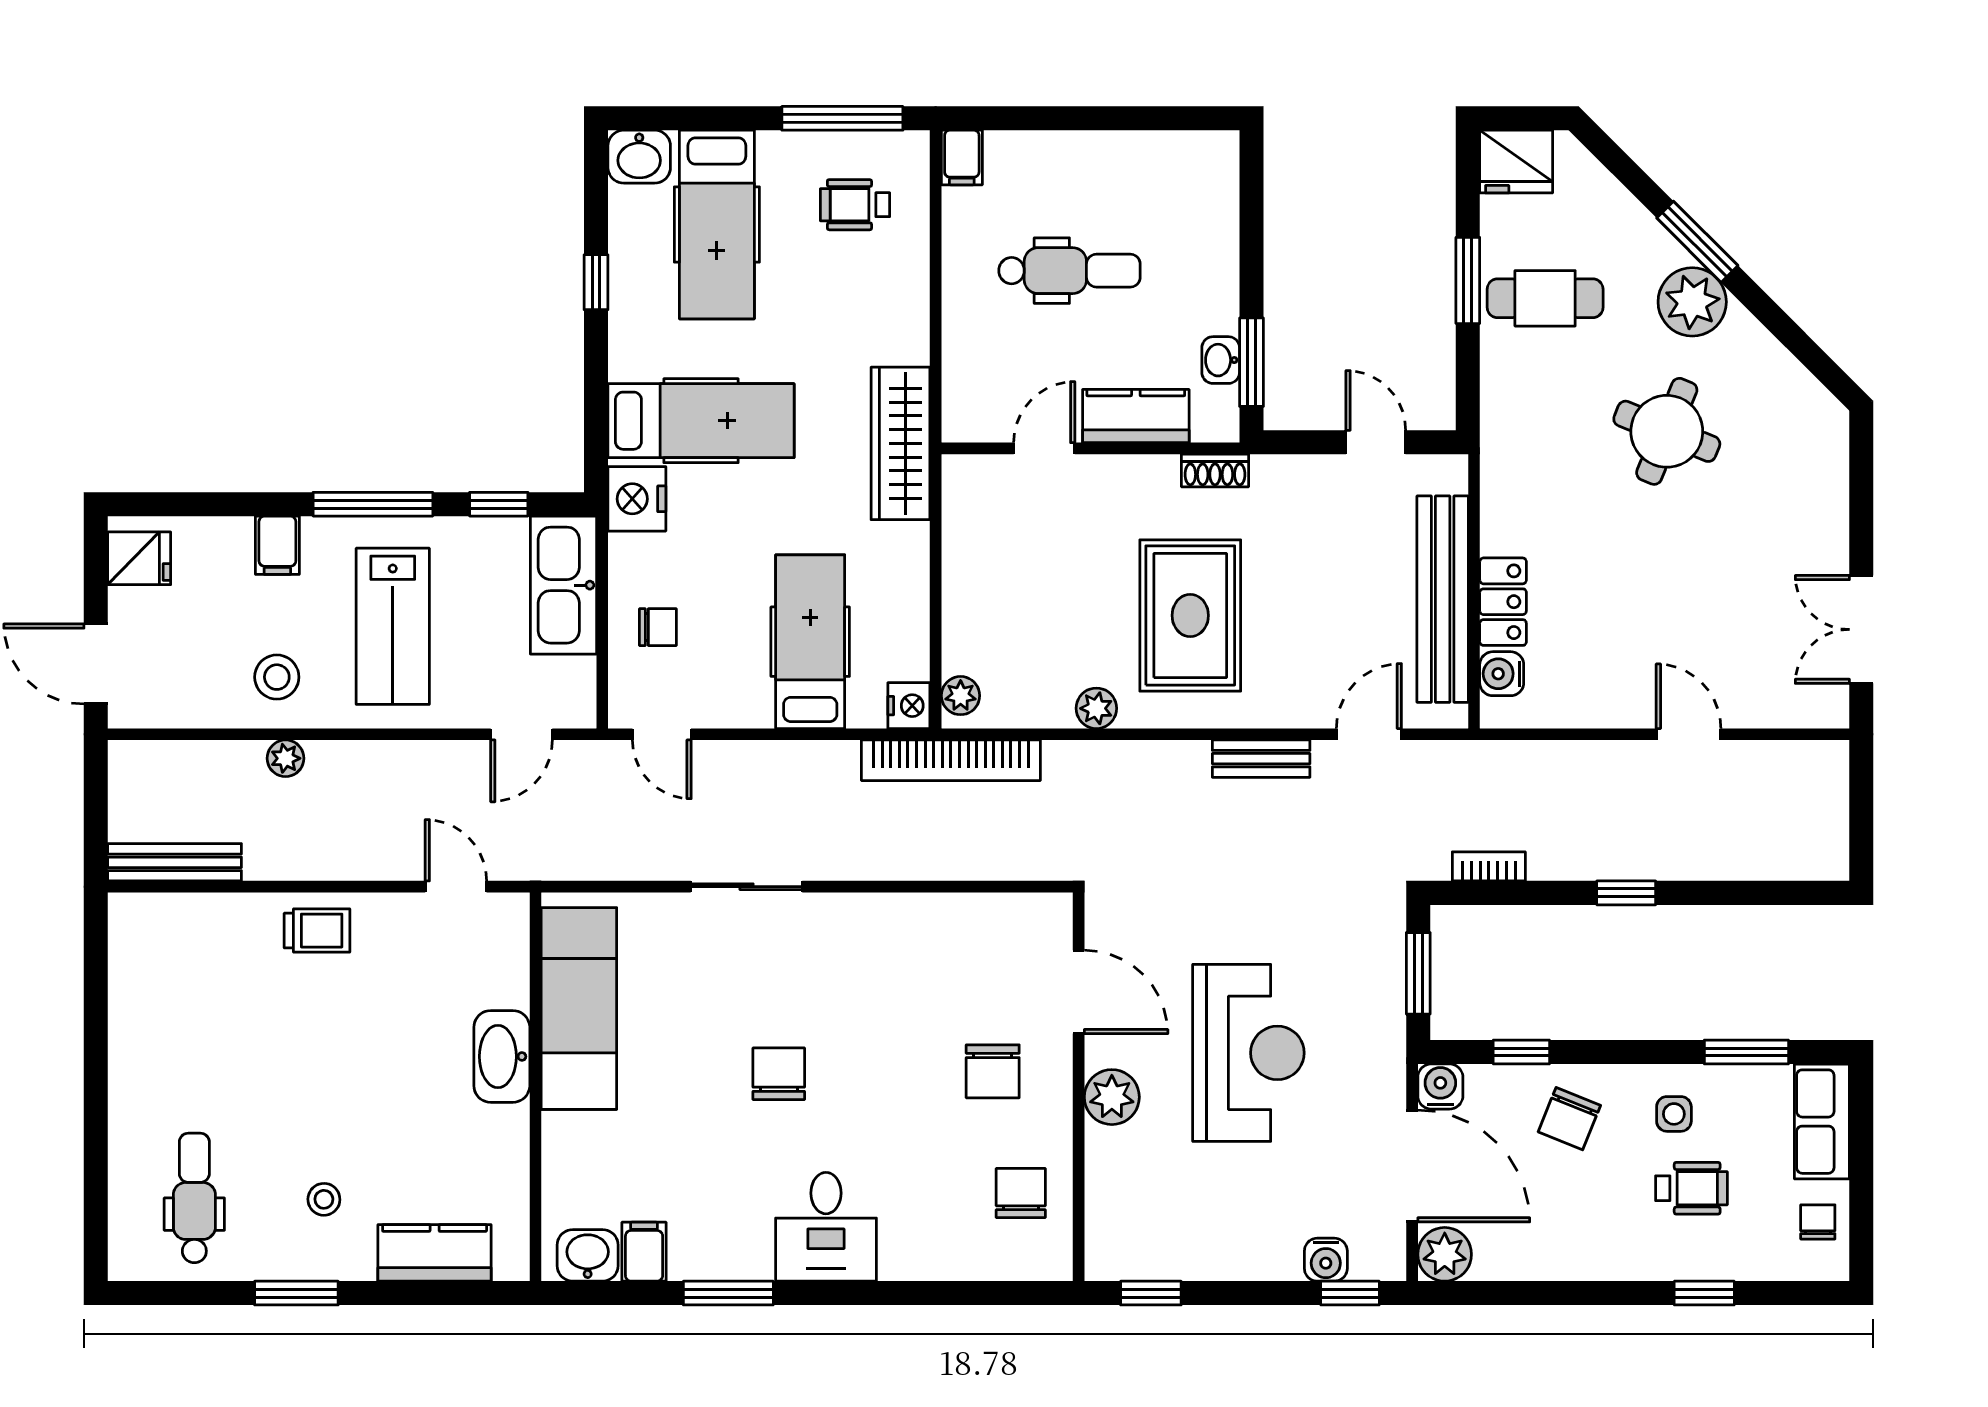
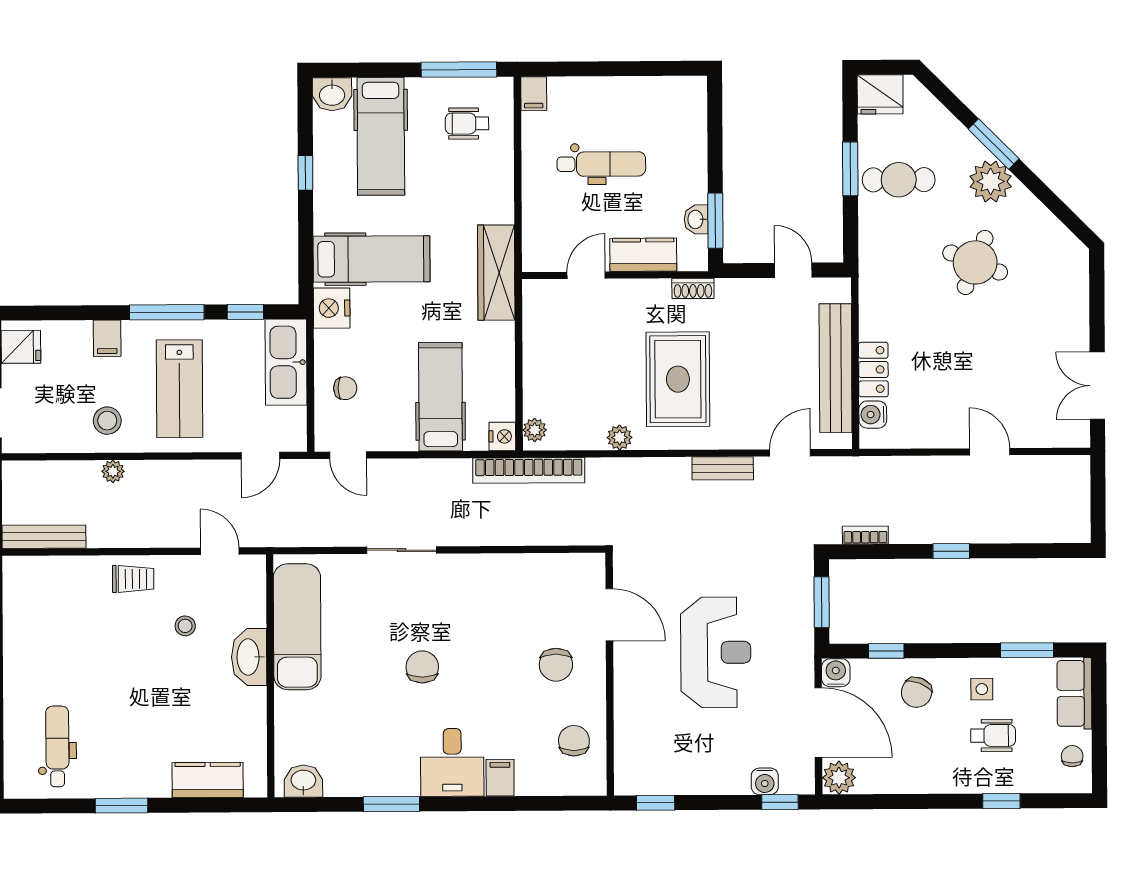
plant: (1112, 1097) -> (630, 680), removed
stool: (324, 1199) -> (185, 626), moved
filing cabinet: (644, 1252) -> (500, 778), moved

